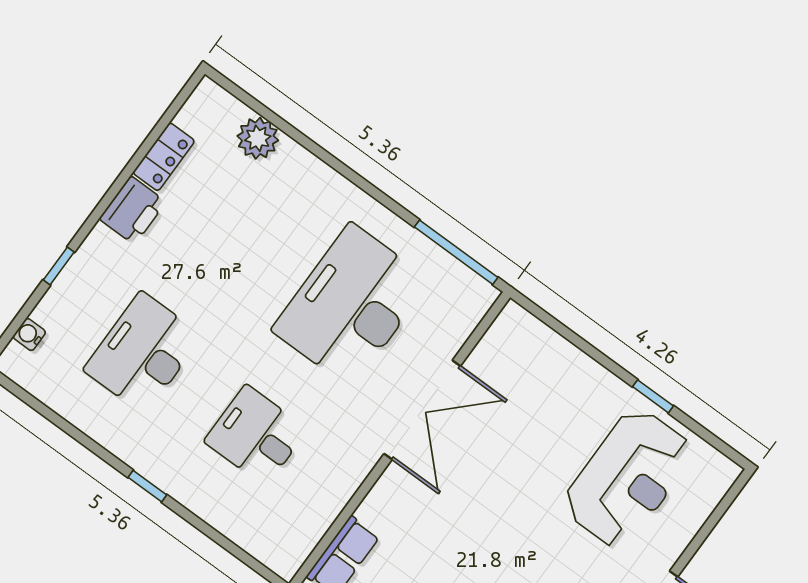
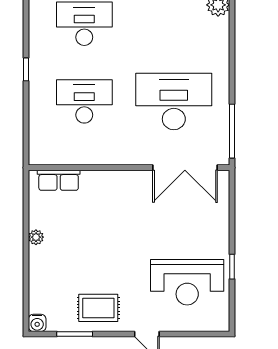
double door: (422, 410) -> (185, 168), moved
desk: (256, 435) -> (84, 101), width x1.37

